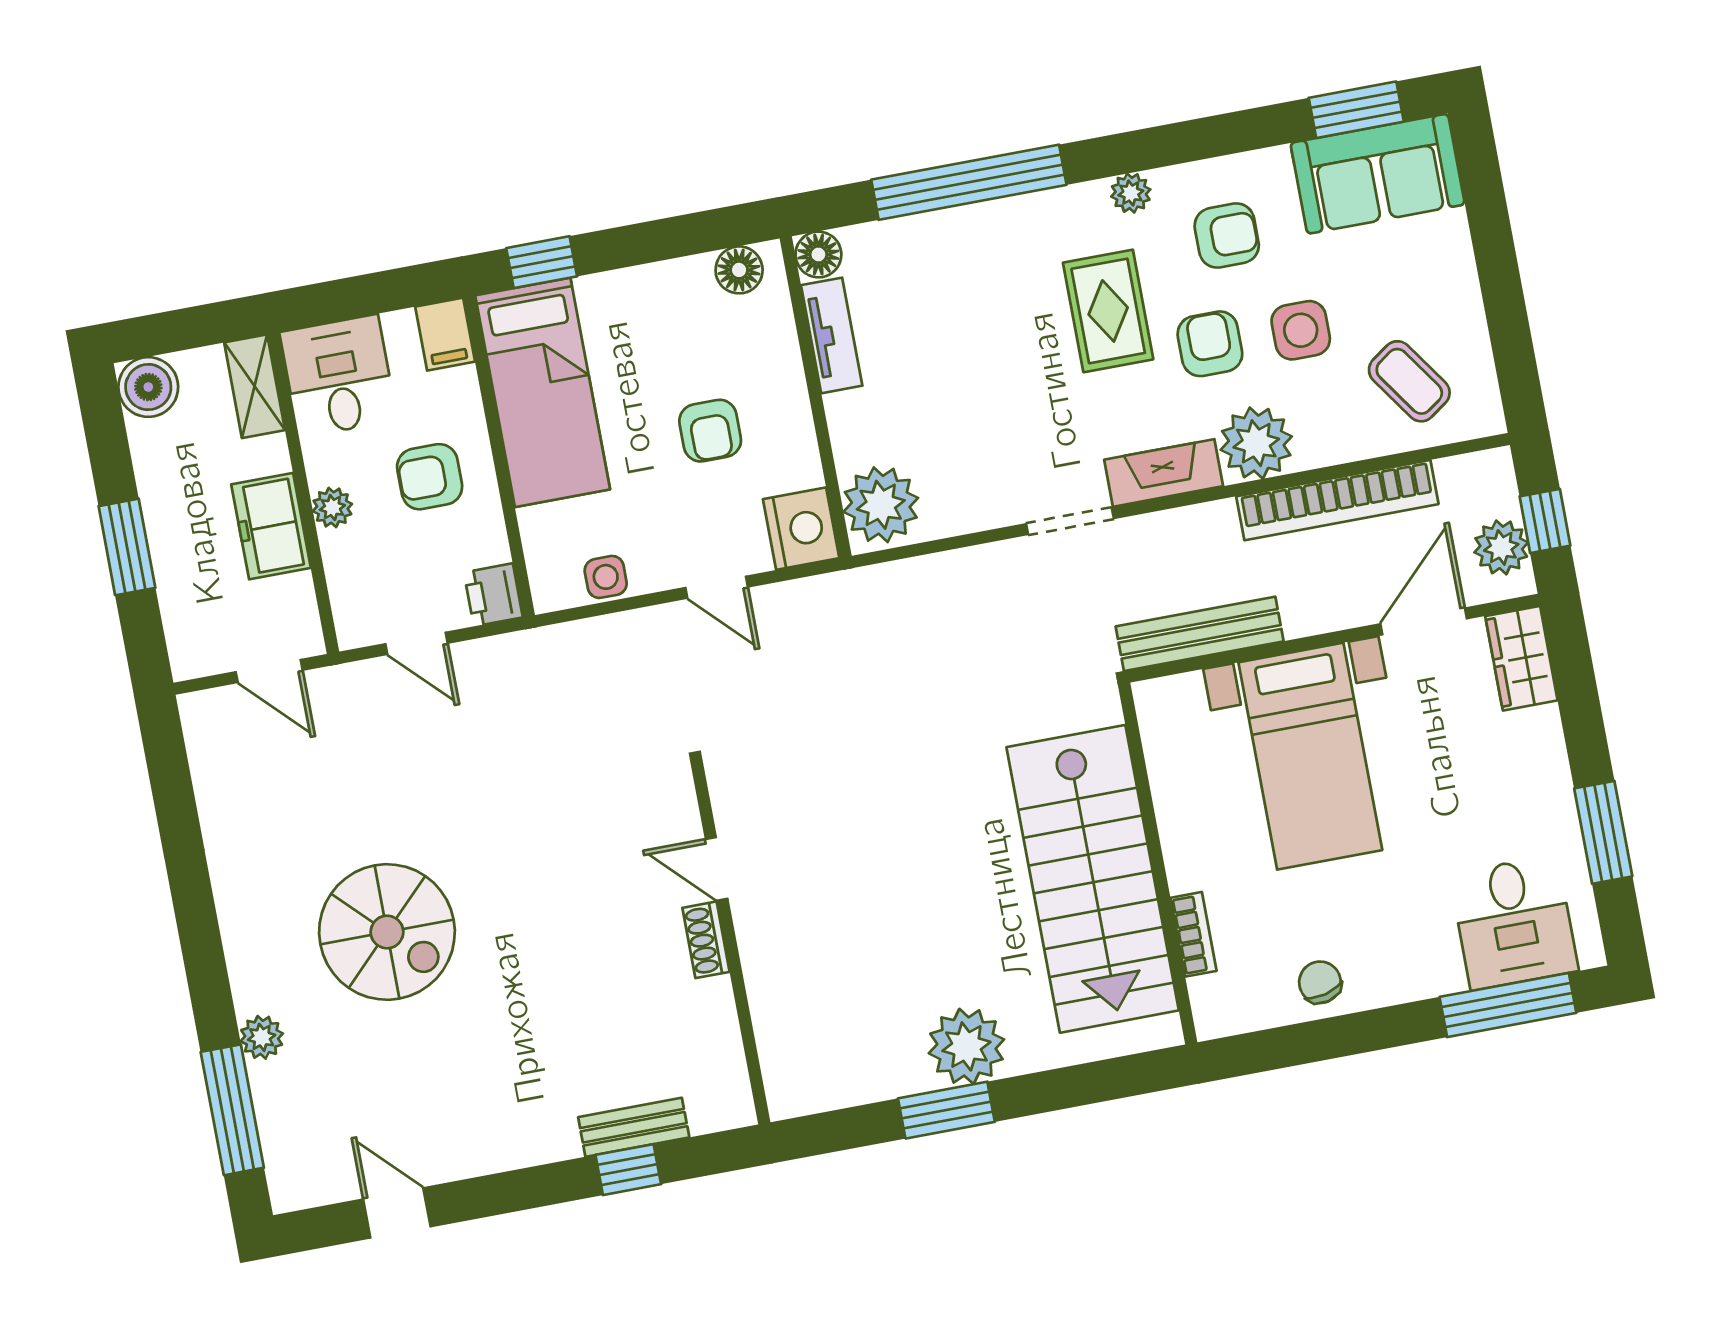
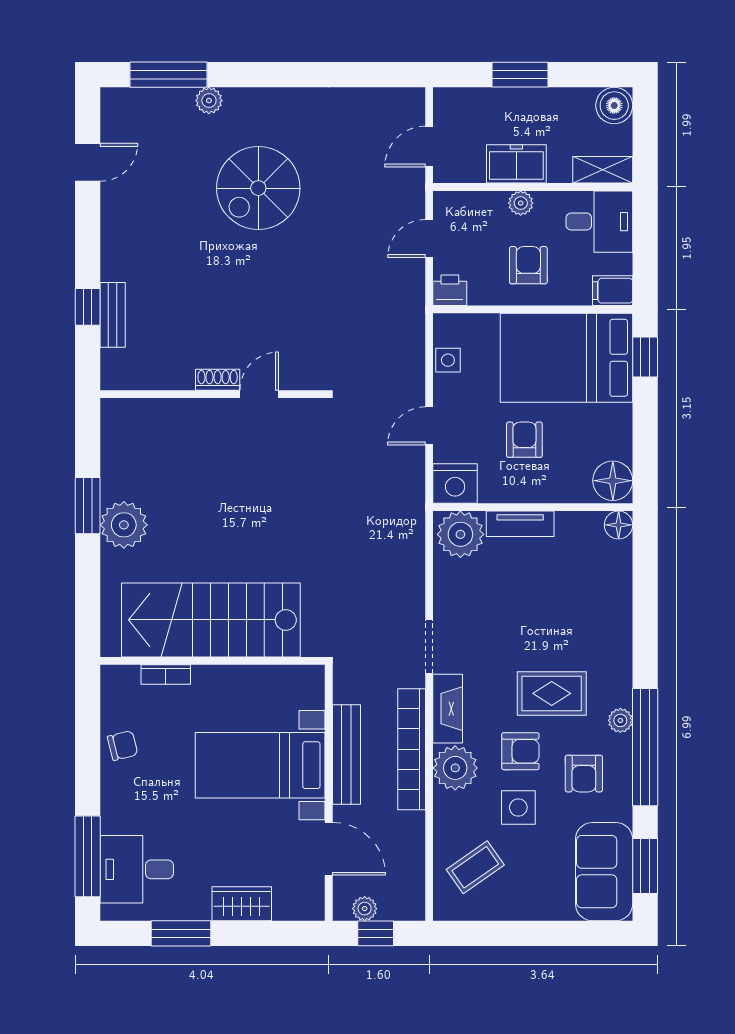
window: (969, 182) -> (645, 747), moved
floor lamp: (739, 270) -> (613, 481), width x1.38, depth x1.38
tv unit: (832, 335) -> (520, 524), moved
bed: (543, 392) -> (566, 358), width x1.50
armchair: (710, 431) -> (524, 440), turned 90
bookcase: (1337, 500) -> (412, 749), moved
plant: (1501, 547) -> (365, 909), width x0.73, depth x0.73
bench: (1200, 634) -> (346, 755), moved
wardrobe: (1521, 658) -> (242, 904), moved

